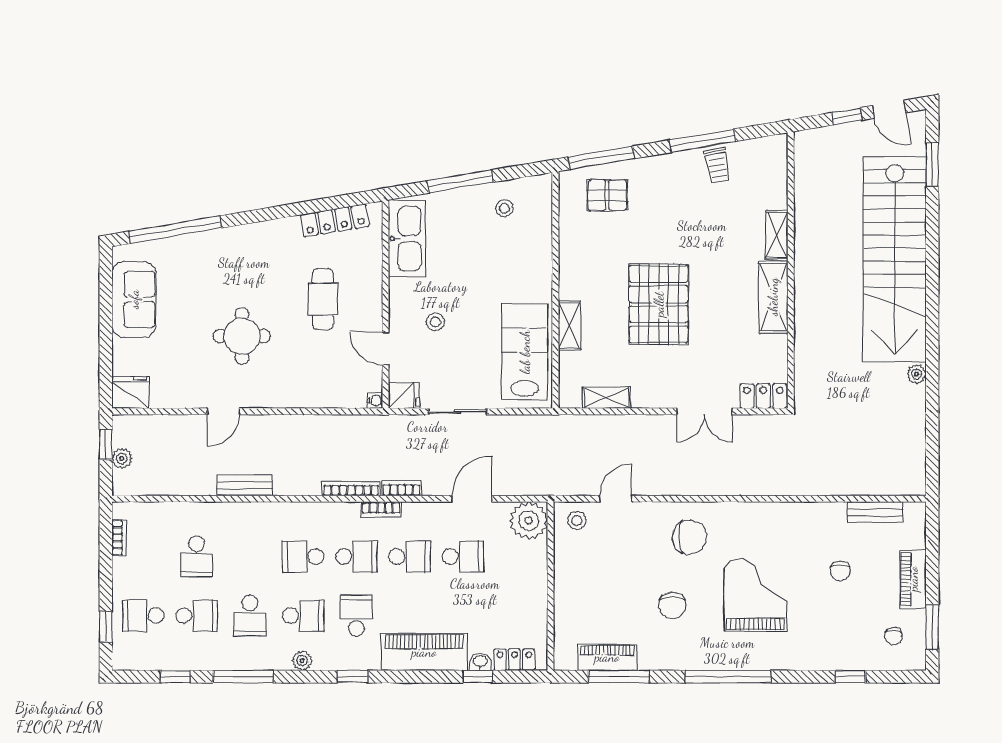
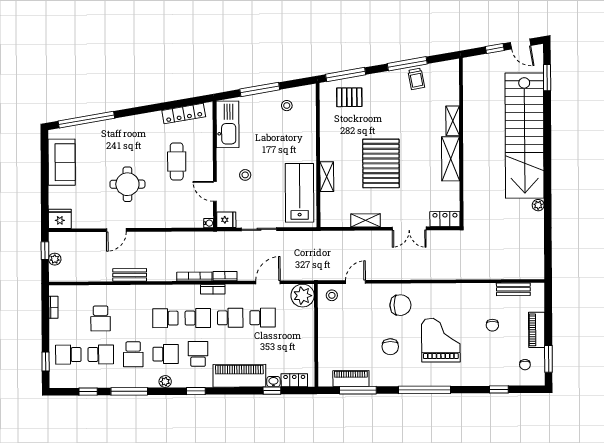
shelving: (607, 398) -> (366, 220), moved

